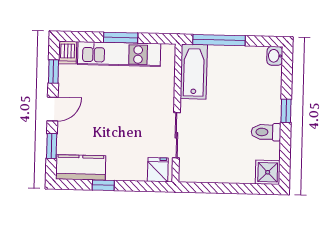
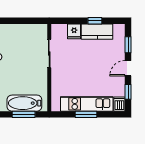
window: (219, 40) -> (24, 114), width x0.69
bathtub: (194, 72) -> (24, 103), moved, turned 90
kitchen counter: (81, 167) -> (97, 32), moved
fridge: (158, 170) -> (74, 31), moved

